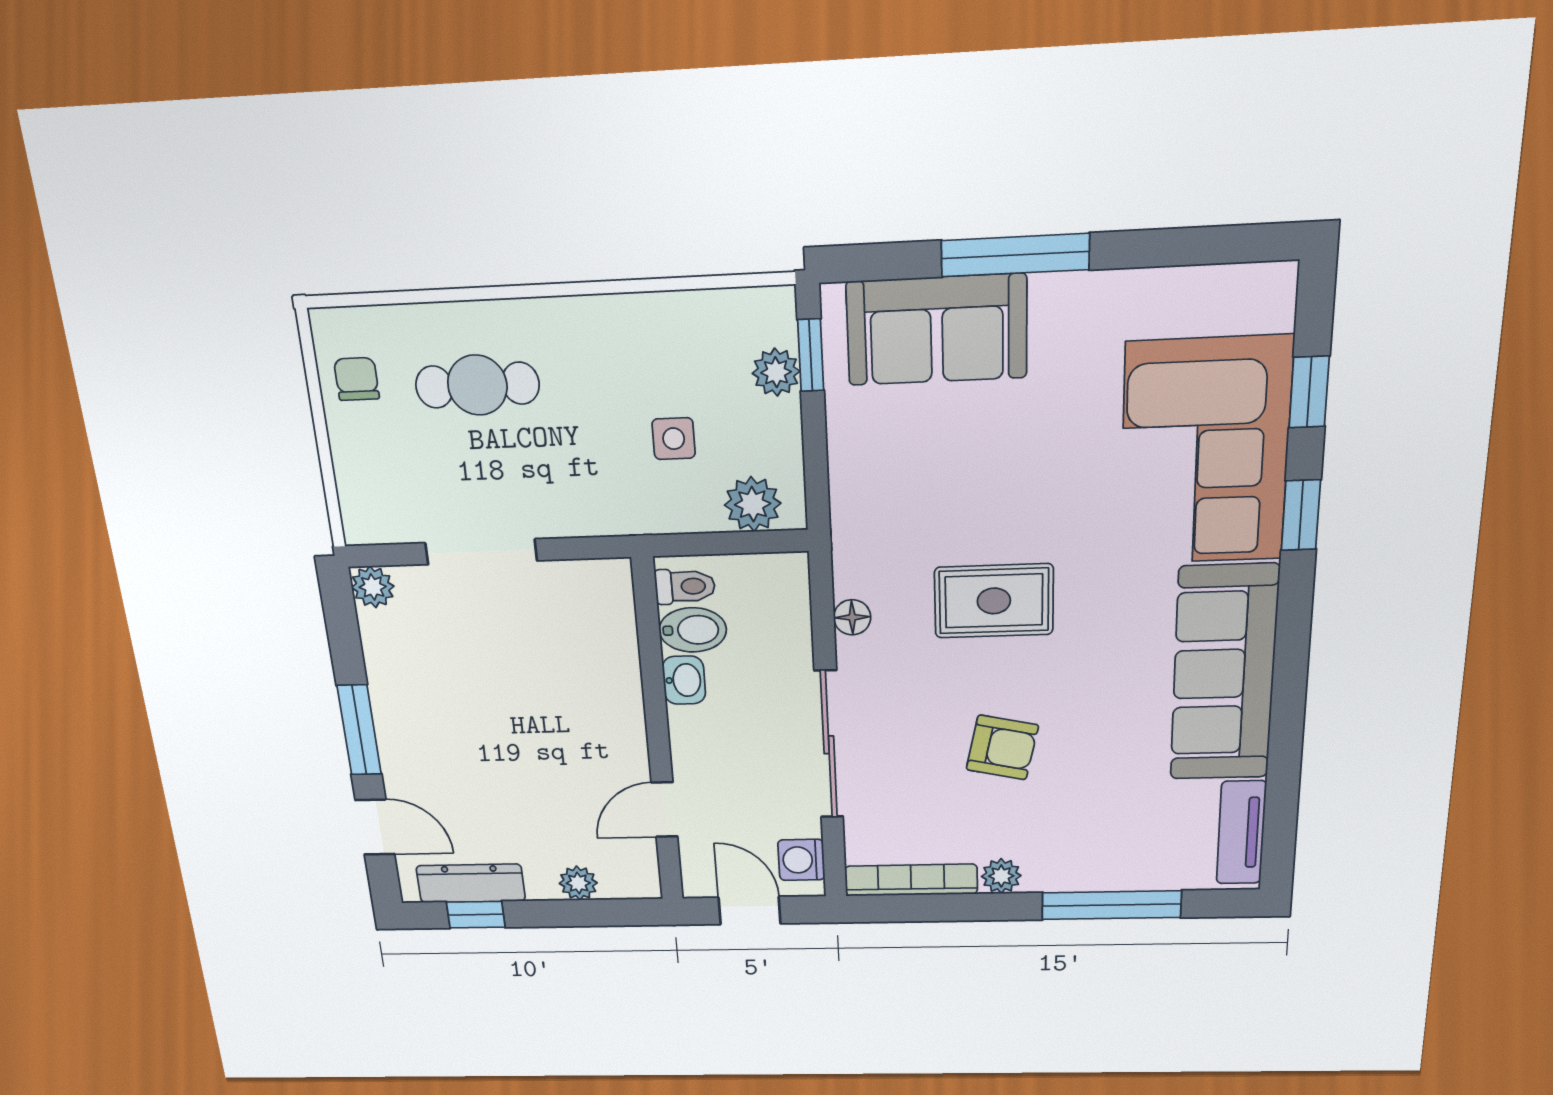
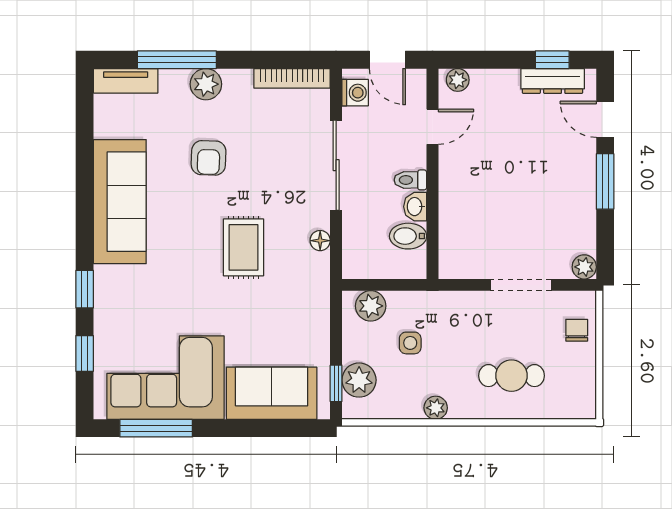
window: (1015, 255) -> (156, 428), moved
plant: (615, 316) -> (436, 408), added
plant: (776, 372) -> (359, 380), width x1.38, depth x1.38
chair: (357, 379) -> (577, 330), moved, turned 180
corner sofa: (1205, 452) -> (165, 378), moved, turned -90
toilet: (685, 586) -> (410, 180), moved
rug: (994, 601) -> (243, 247), turned 90
armchair: (1002, 747) -> (209, 158), moved, turned -100
tv unit: (1241, 833) -> (126, 81), moved, turned 90
plant: (1001, 876) -> (206, 84), moved, width x1.38, depth x1.38
plant: (578, 883) -> (458, 80), moved

